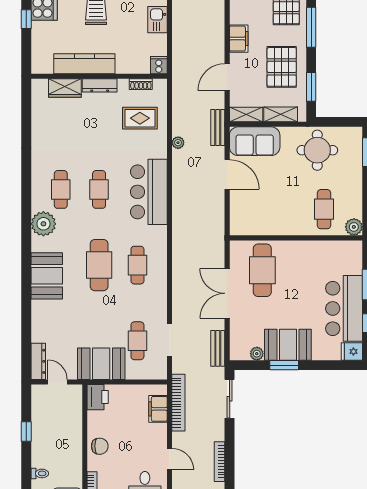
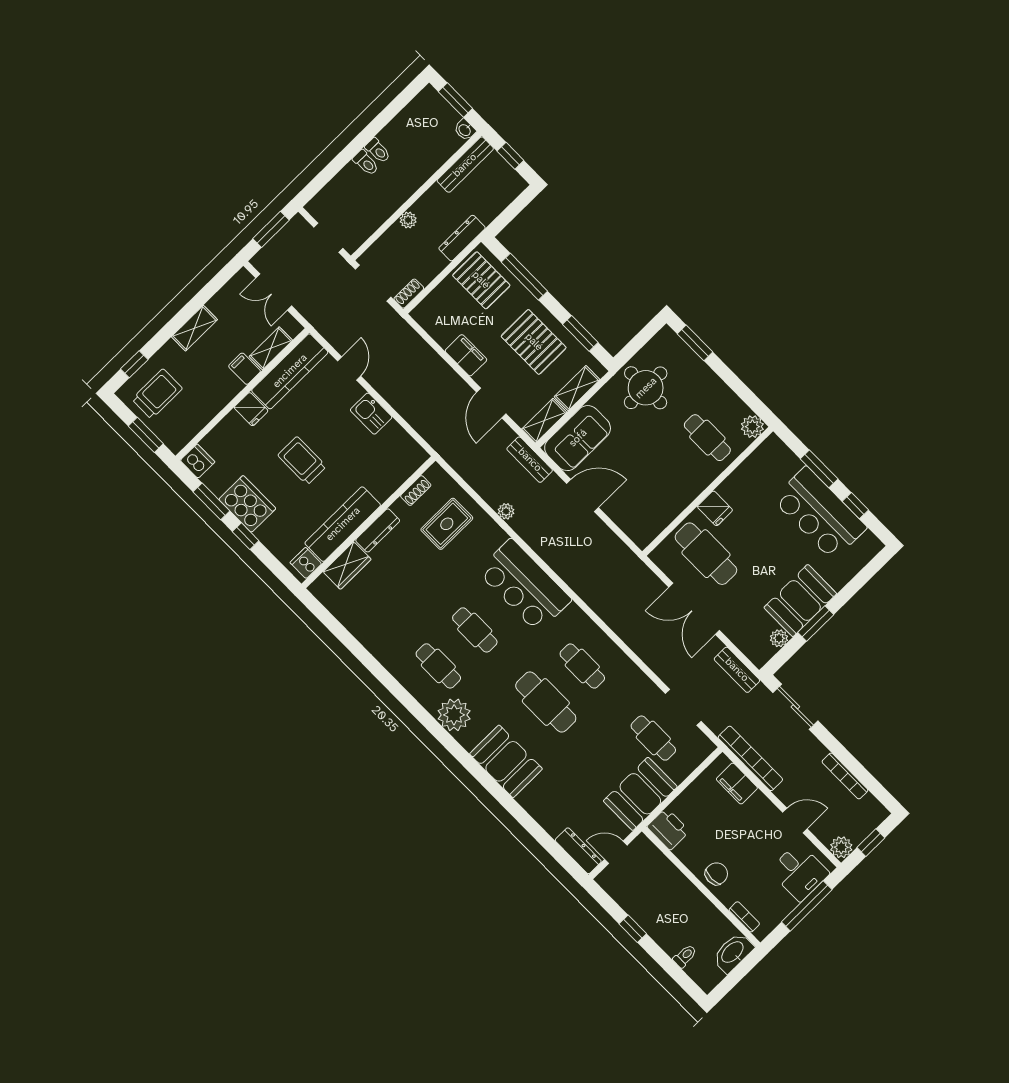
cooker: (159, 65) -> (306, 563), moved
fridge: (352, 351) -> (715, 508), moved, turned -90

